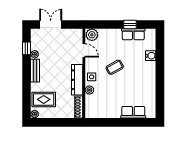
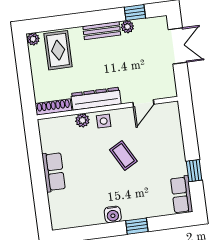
row of seats: (133, 34) -> (182, 195), moved
plant: (92, 35) -> (170, 113), removed
water cooler: (151, 56) -> (113, 214), moved
window: (160, 65) -> (137, 226), added
row of seats: (133, 112) -> (54, 172), moved

